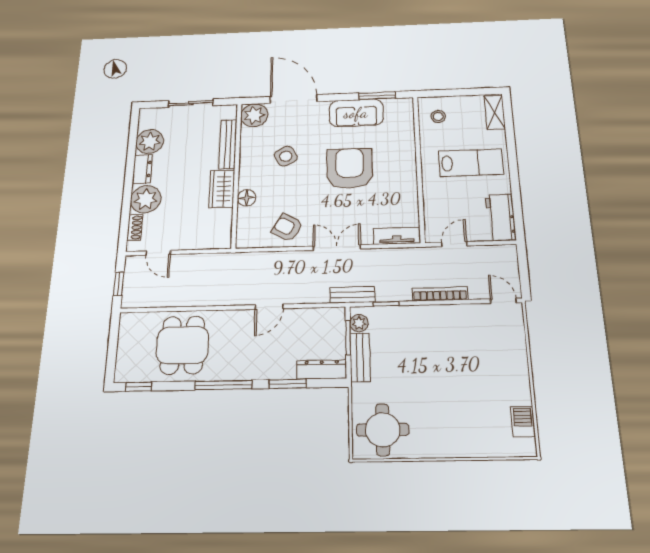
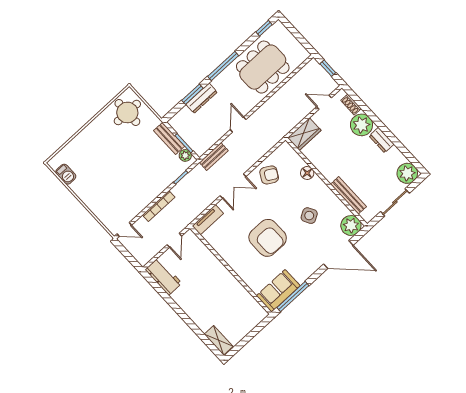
window: (377, 96) -> (293, 297), width x1.44
sofa: (356, 113) -> (278, 291), moved
stool: (438, 116) -> (247, 311), removed
plant: (150, 142) -> (407, 173), moved
lab bench: (471, 163) -> (205, 297), removed
wardrobe: (222, 189) -> (304, 134), moved, turned 90
bench: (352, 295) -> (214, 156), moved
dining table: (183, 345) -> (263, 67), width x1.37
dresser: (322, 369) -> (202, 98), moved

